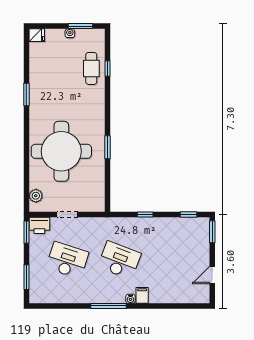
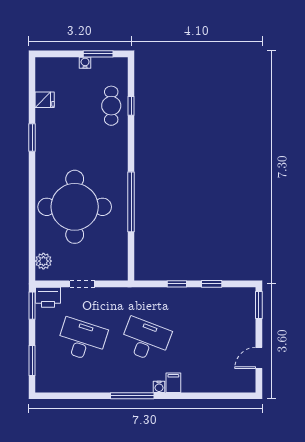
fridge: (37, 35) -> (45, 100), moved
window: (108, 147) -> (131, 202), width x2.11
window: (188, 214) -> (212, 284), moved

